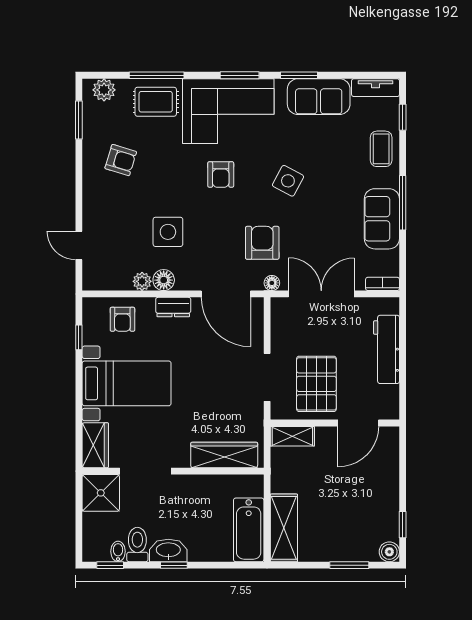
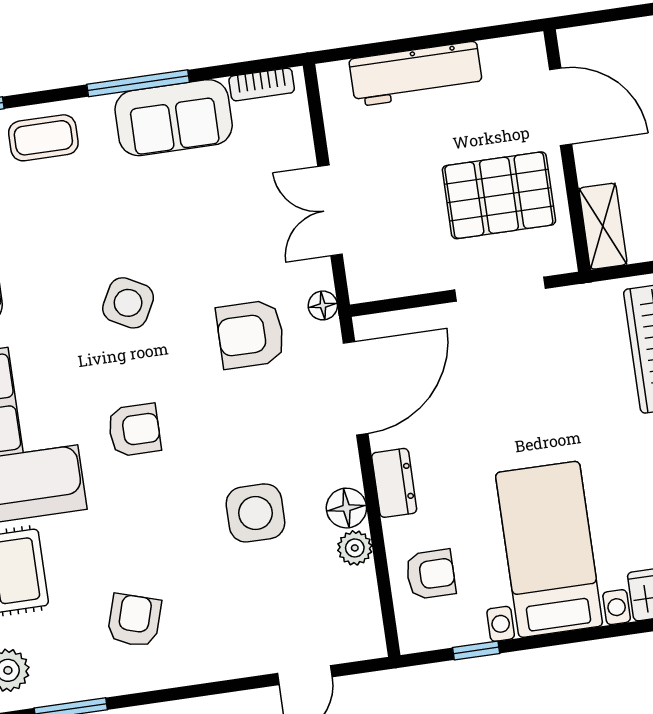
bookcase: (383, 284) -> (262, 84), moved, turned -90
double door: (321, 294) -> (330, 210), width x0.73

